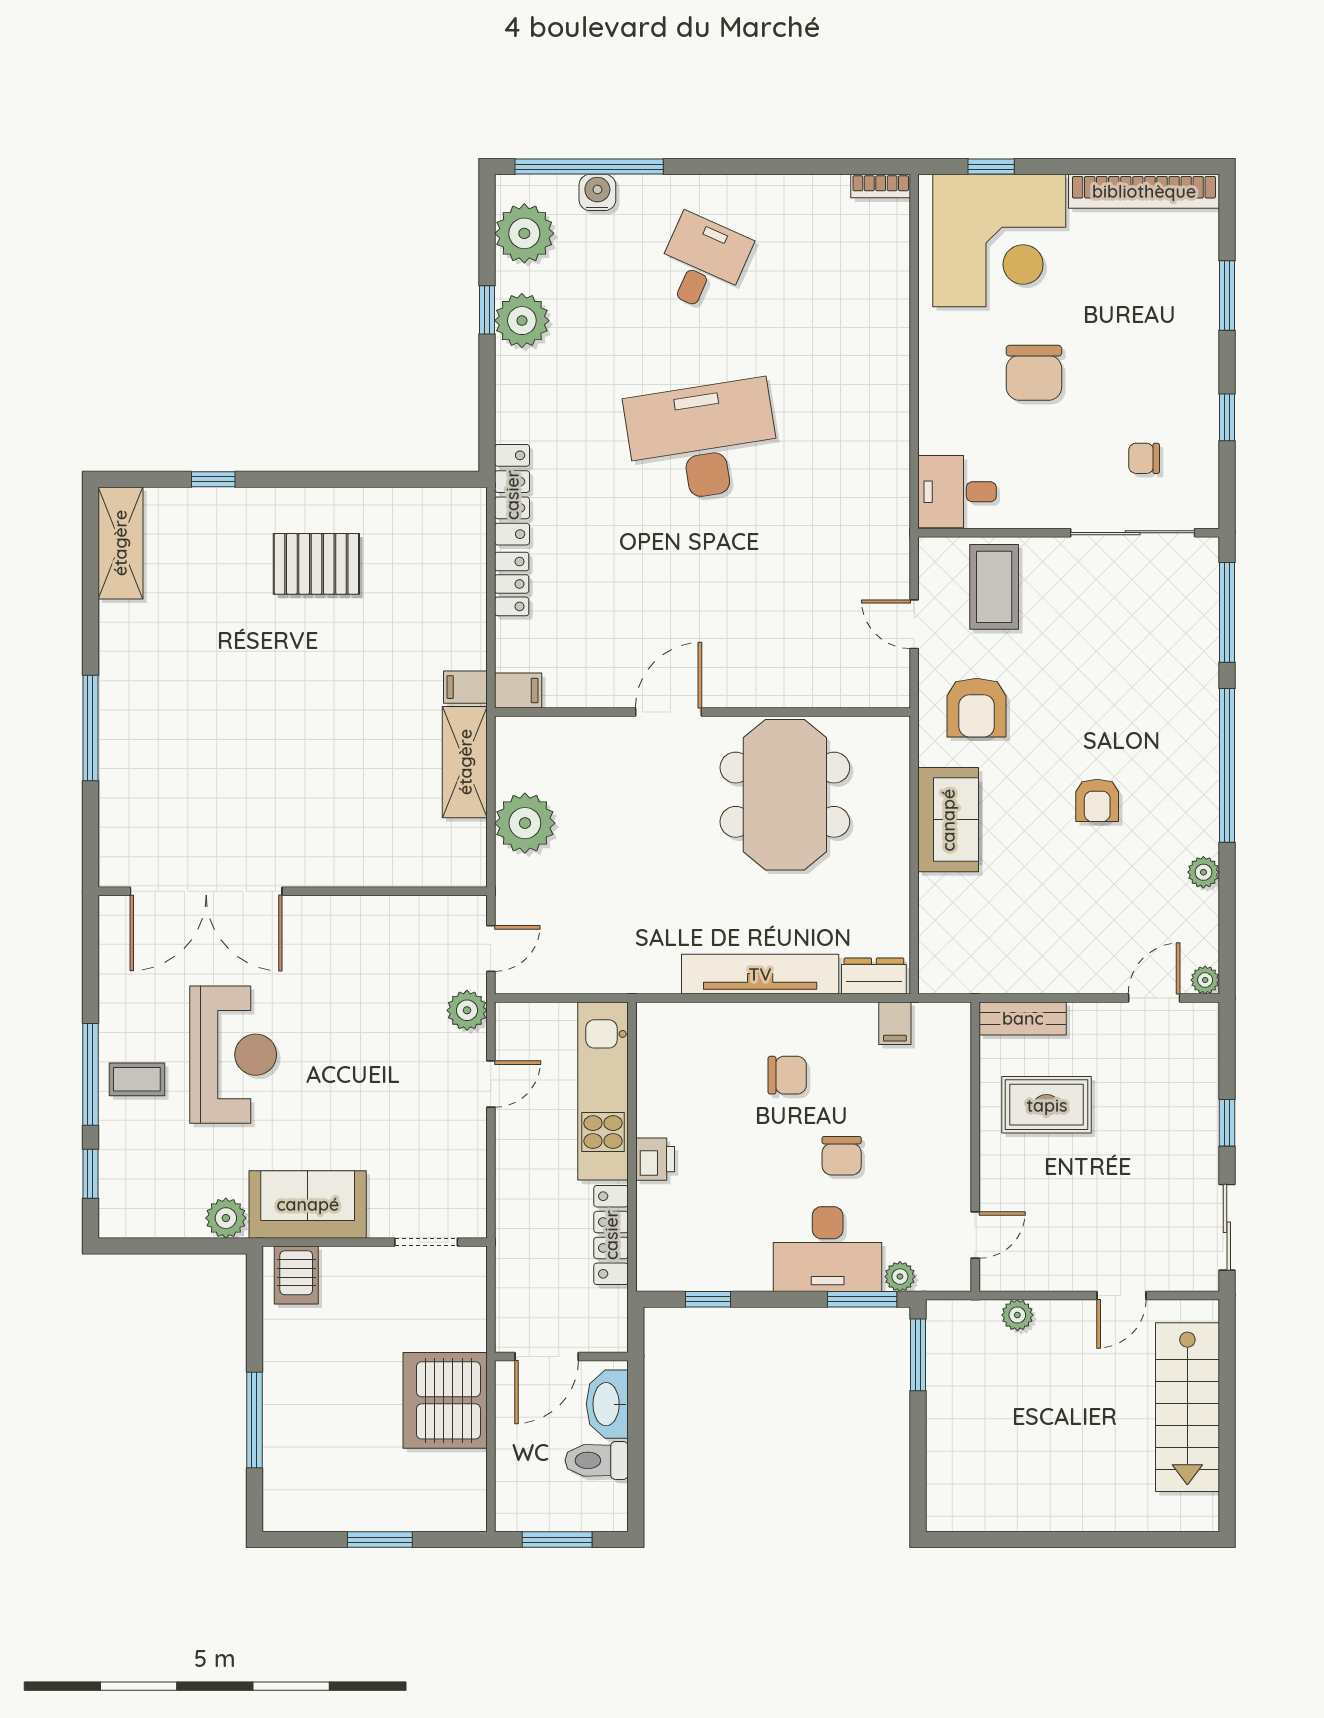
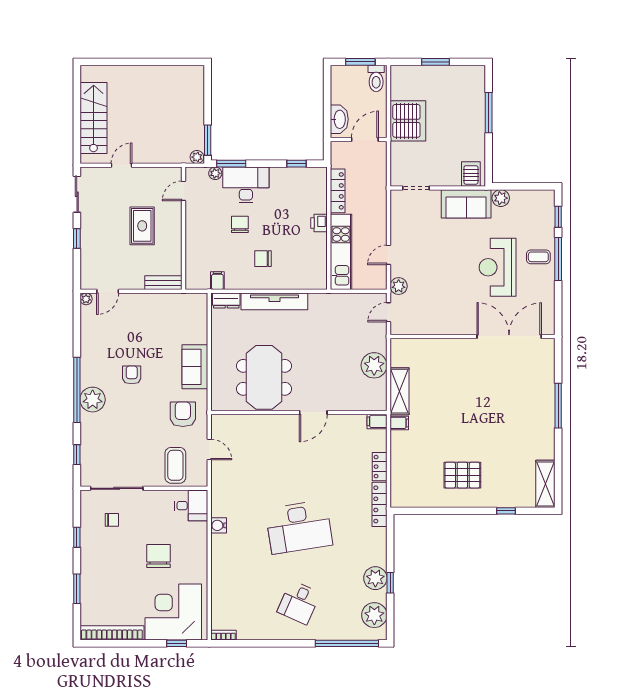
water cooler: (597, 192) -> (219, 525), moved, turned 90
window: (1227, 612) -> (77, 455), width x0.46
plant: (1203, 872) -> (93, 400), moved, width x1.88, depth x1.88
rug: (1047, 1105) -> (142, 226), moved, turned 90
plant: (1017, 1315) -> (197, 157), moved
toilet: (597, 1460) -> (376, 78), moved, turned 90

